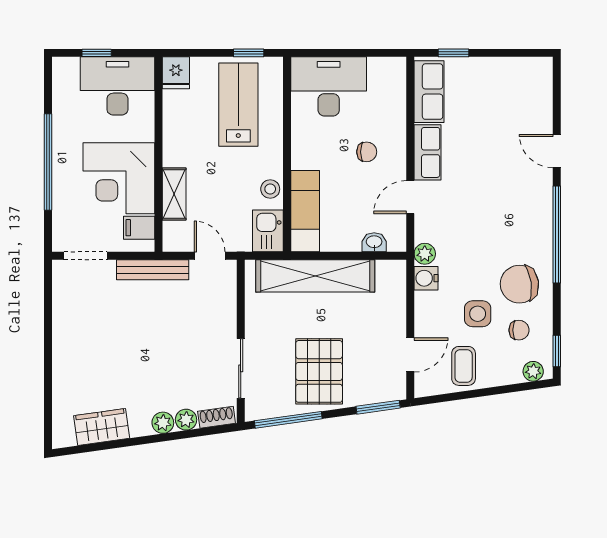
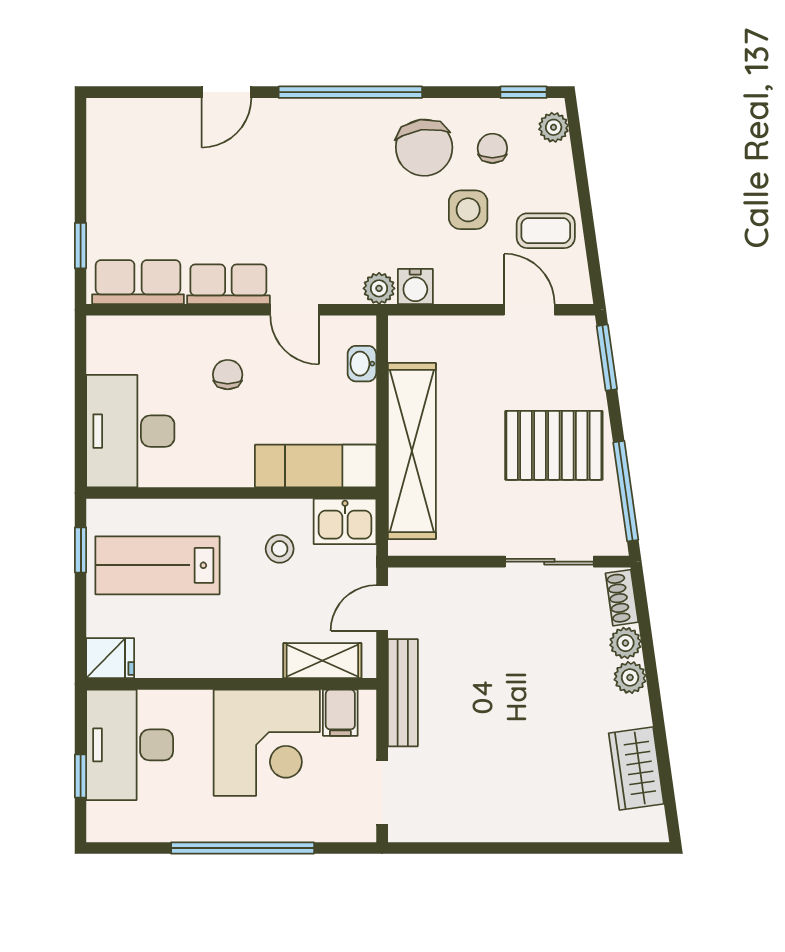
stool: (270, 189) -> (280, 549), moved
shelving: (174, 194) -> (322, 661), moved

